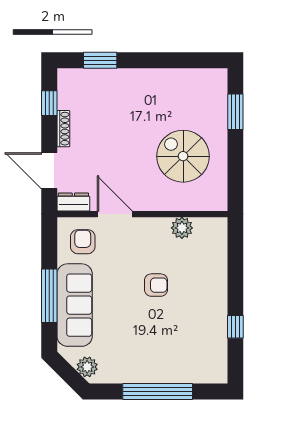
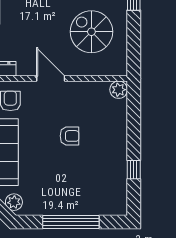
door: (115, 214) -> (51, 79), moved
plant: (182, 228) -> (119, 90), moved

